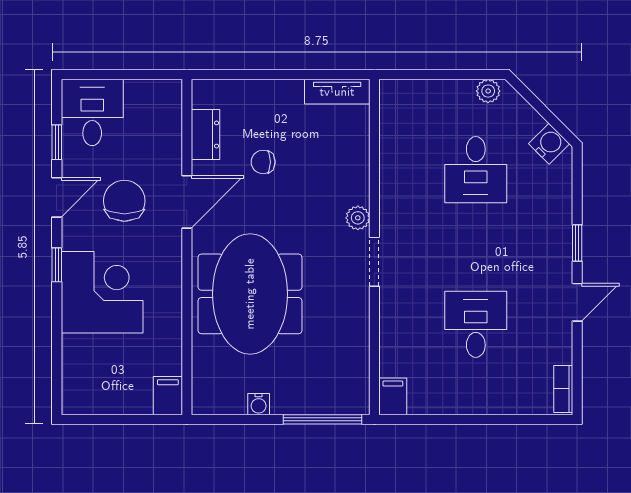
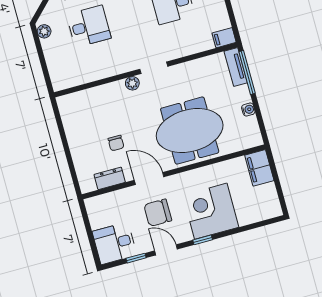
tv unit: (337, 92) -> (236, 67), moved, turned 180
filing cabinet: (168, 396) -> (259, 168), width x2.00

